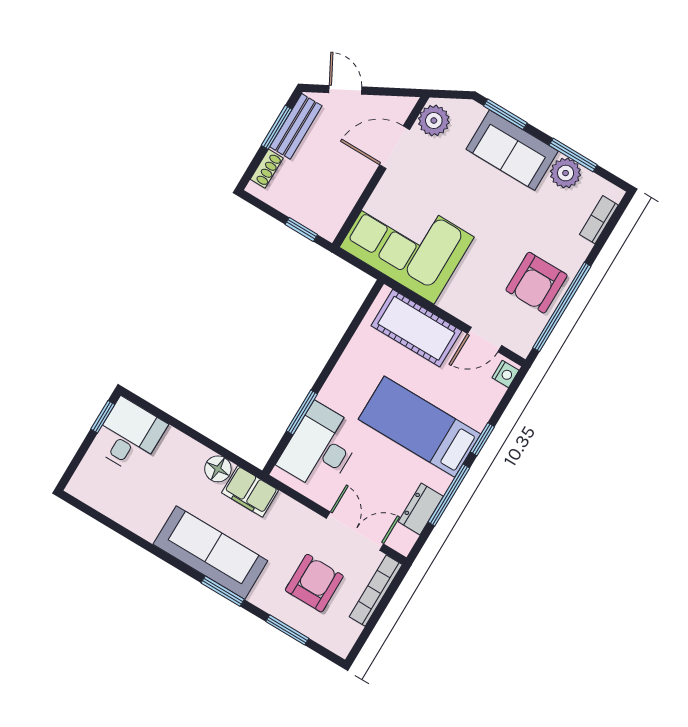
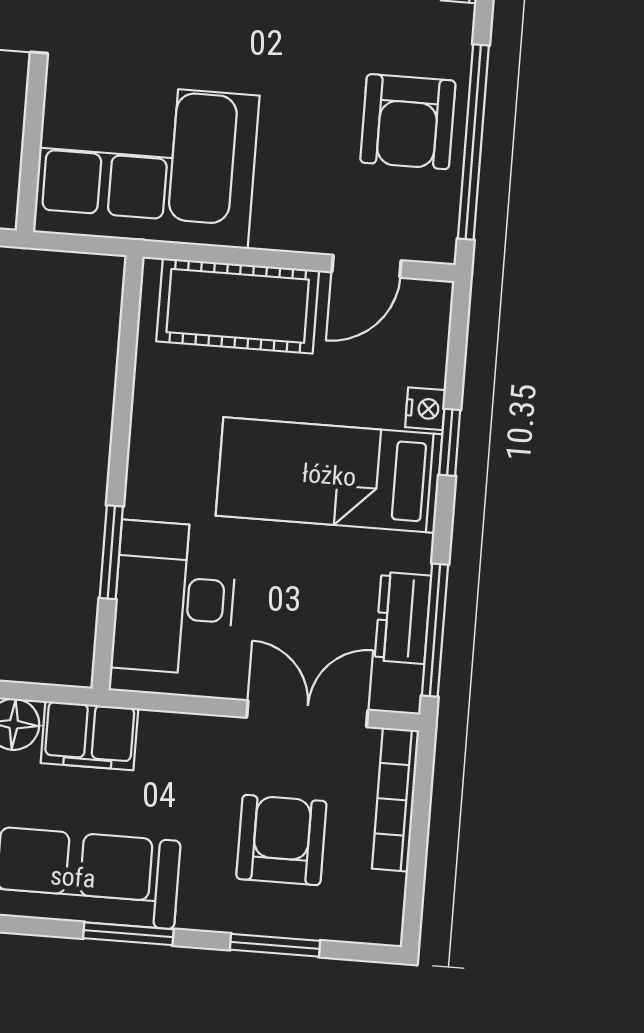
nightstand: (505, 374) -> (425, 409), moved
window: (449, 495) -> (435, 630), moved

